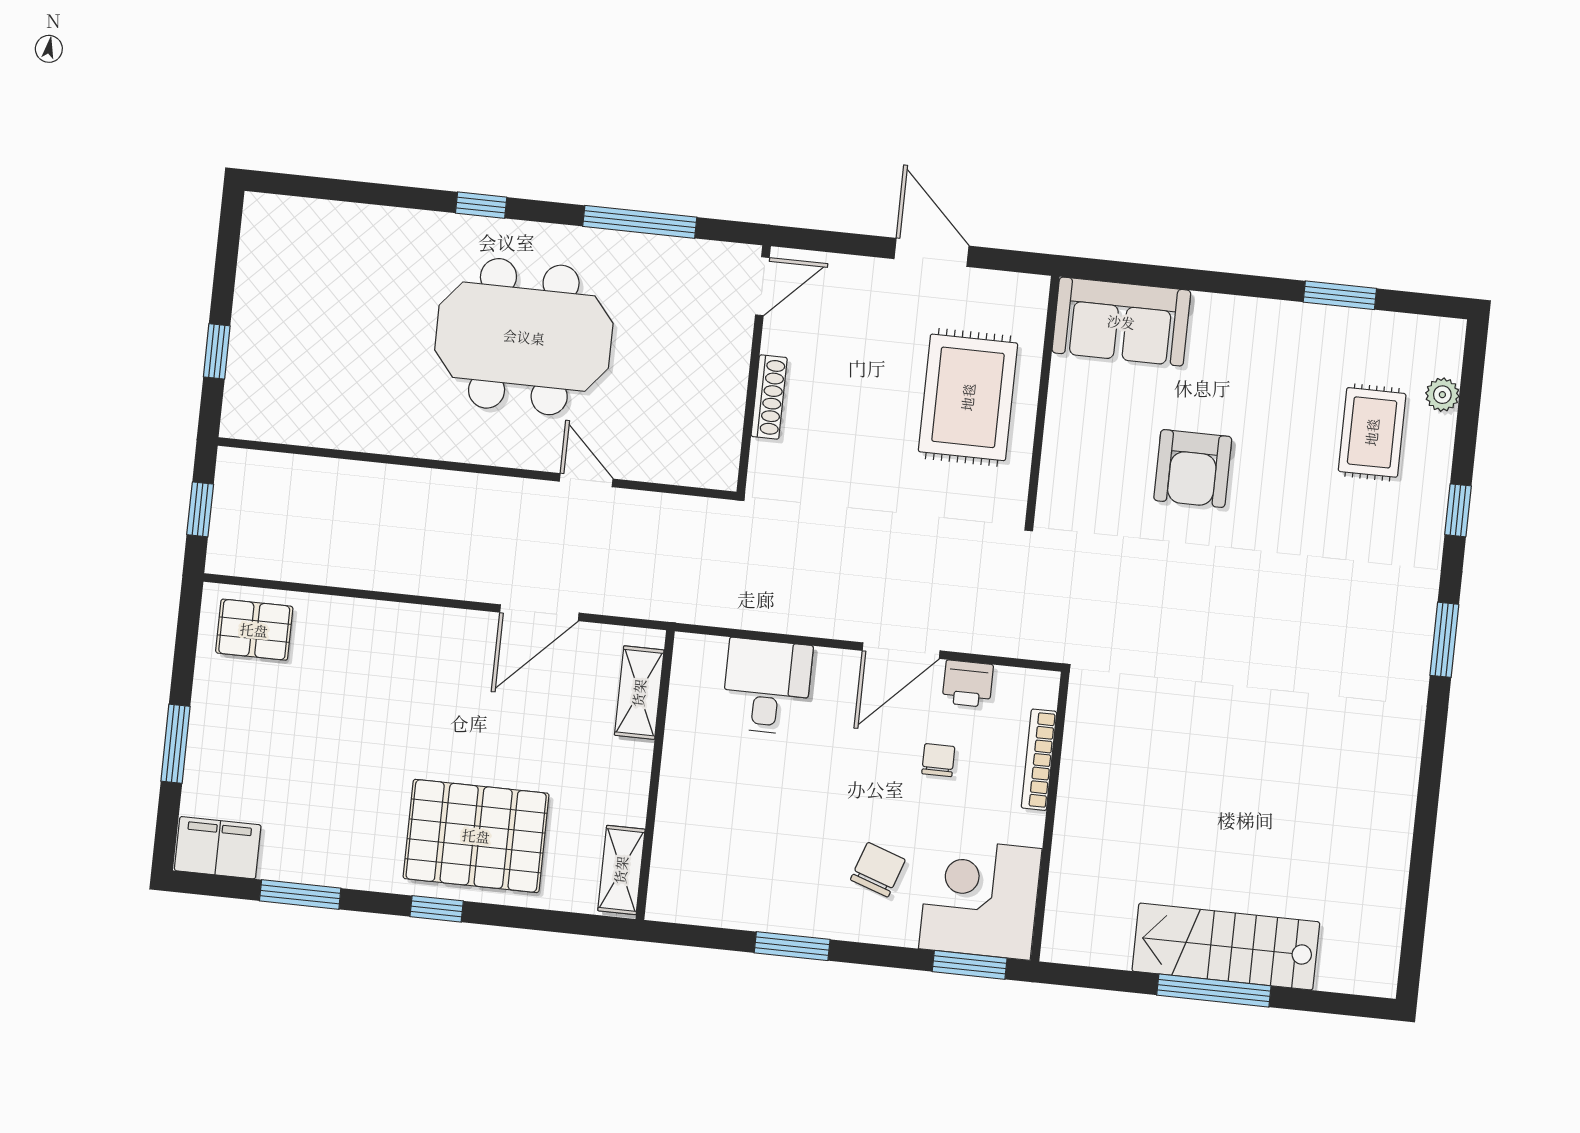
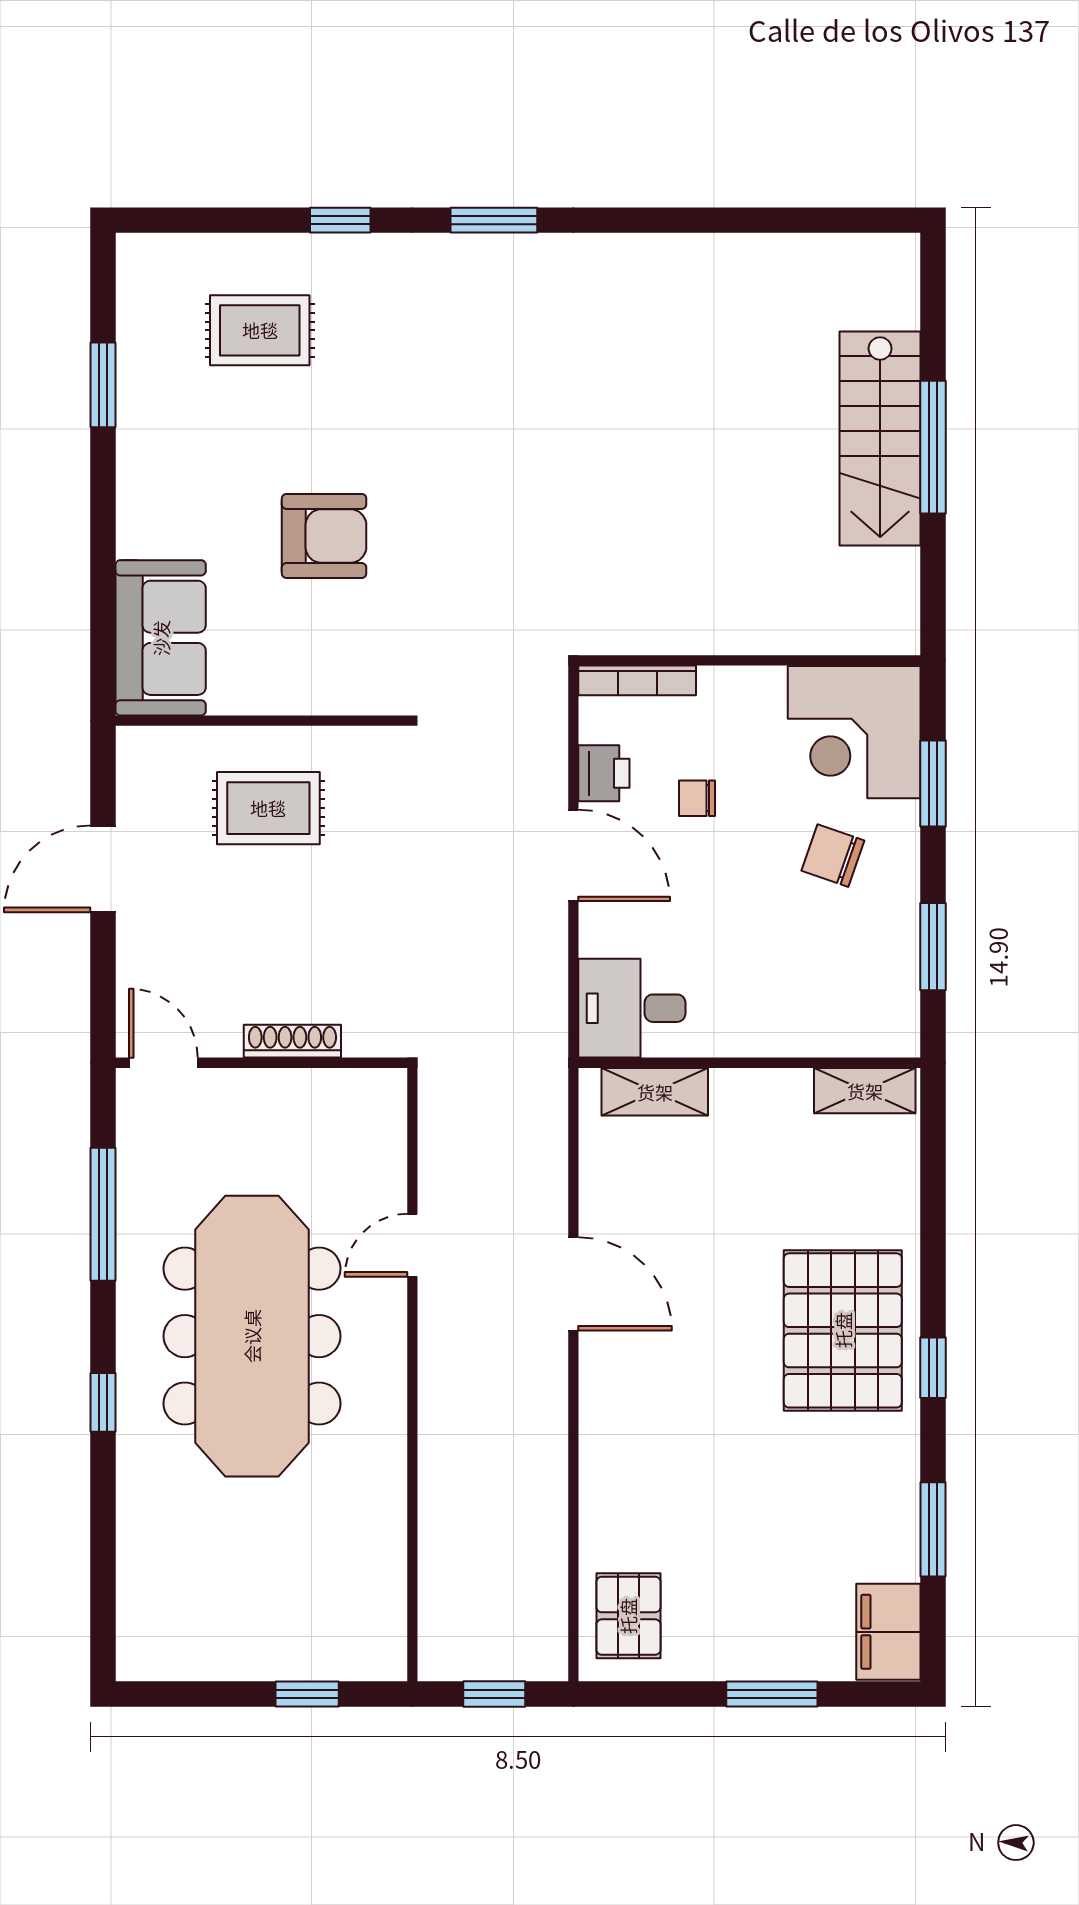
meeting table: (524, 337) -> (252, 1336), width x1.36
plant: (1442, 395) -> (207, 253), removed
rug: (968, 397) -> (268, 808), width x0.73, depth x0.70
shelving: (639, 693) -> (655, 1092), moved
bookcase: (1039, 760) -> (637, 680), moved
wall: (655, 775) -> (749, 1063), moved
shelving: (621, 870) -> (865, 1091), moved
window: (970, 965) -> (933, 784), moved

